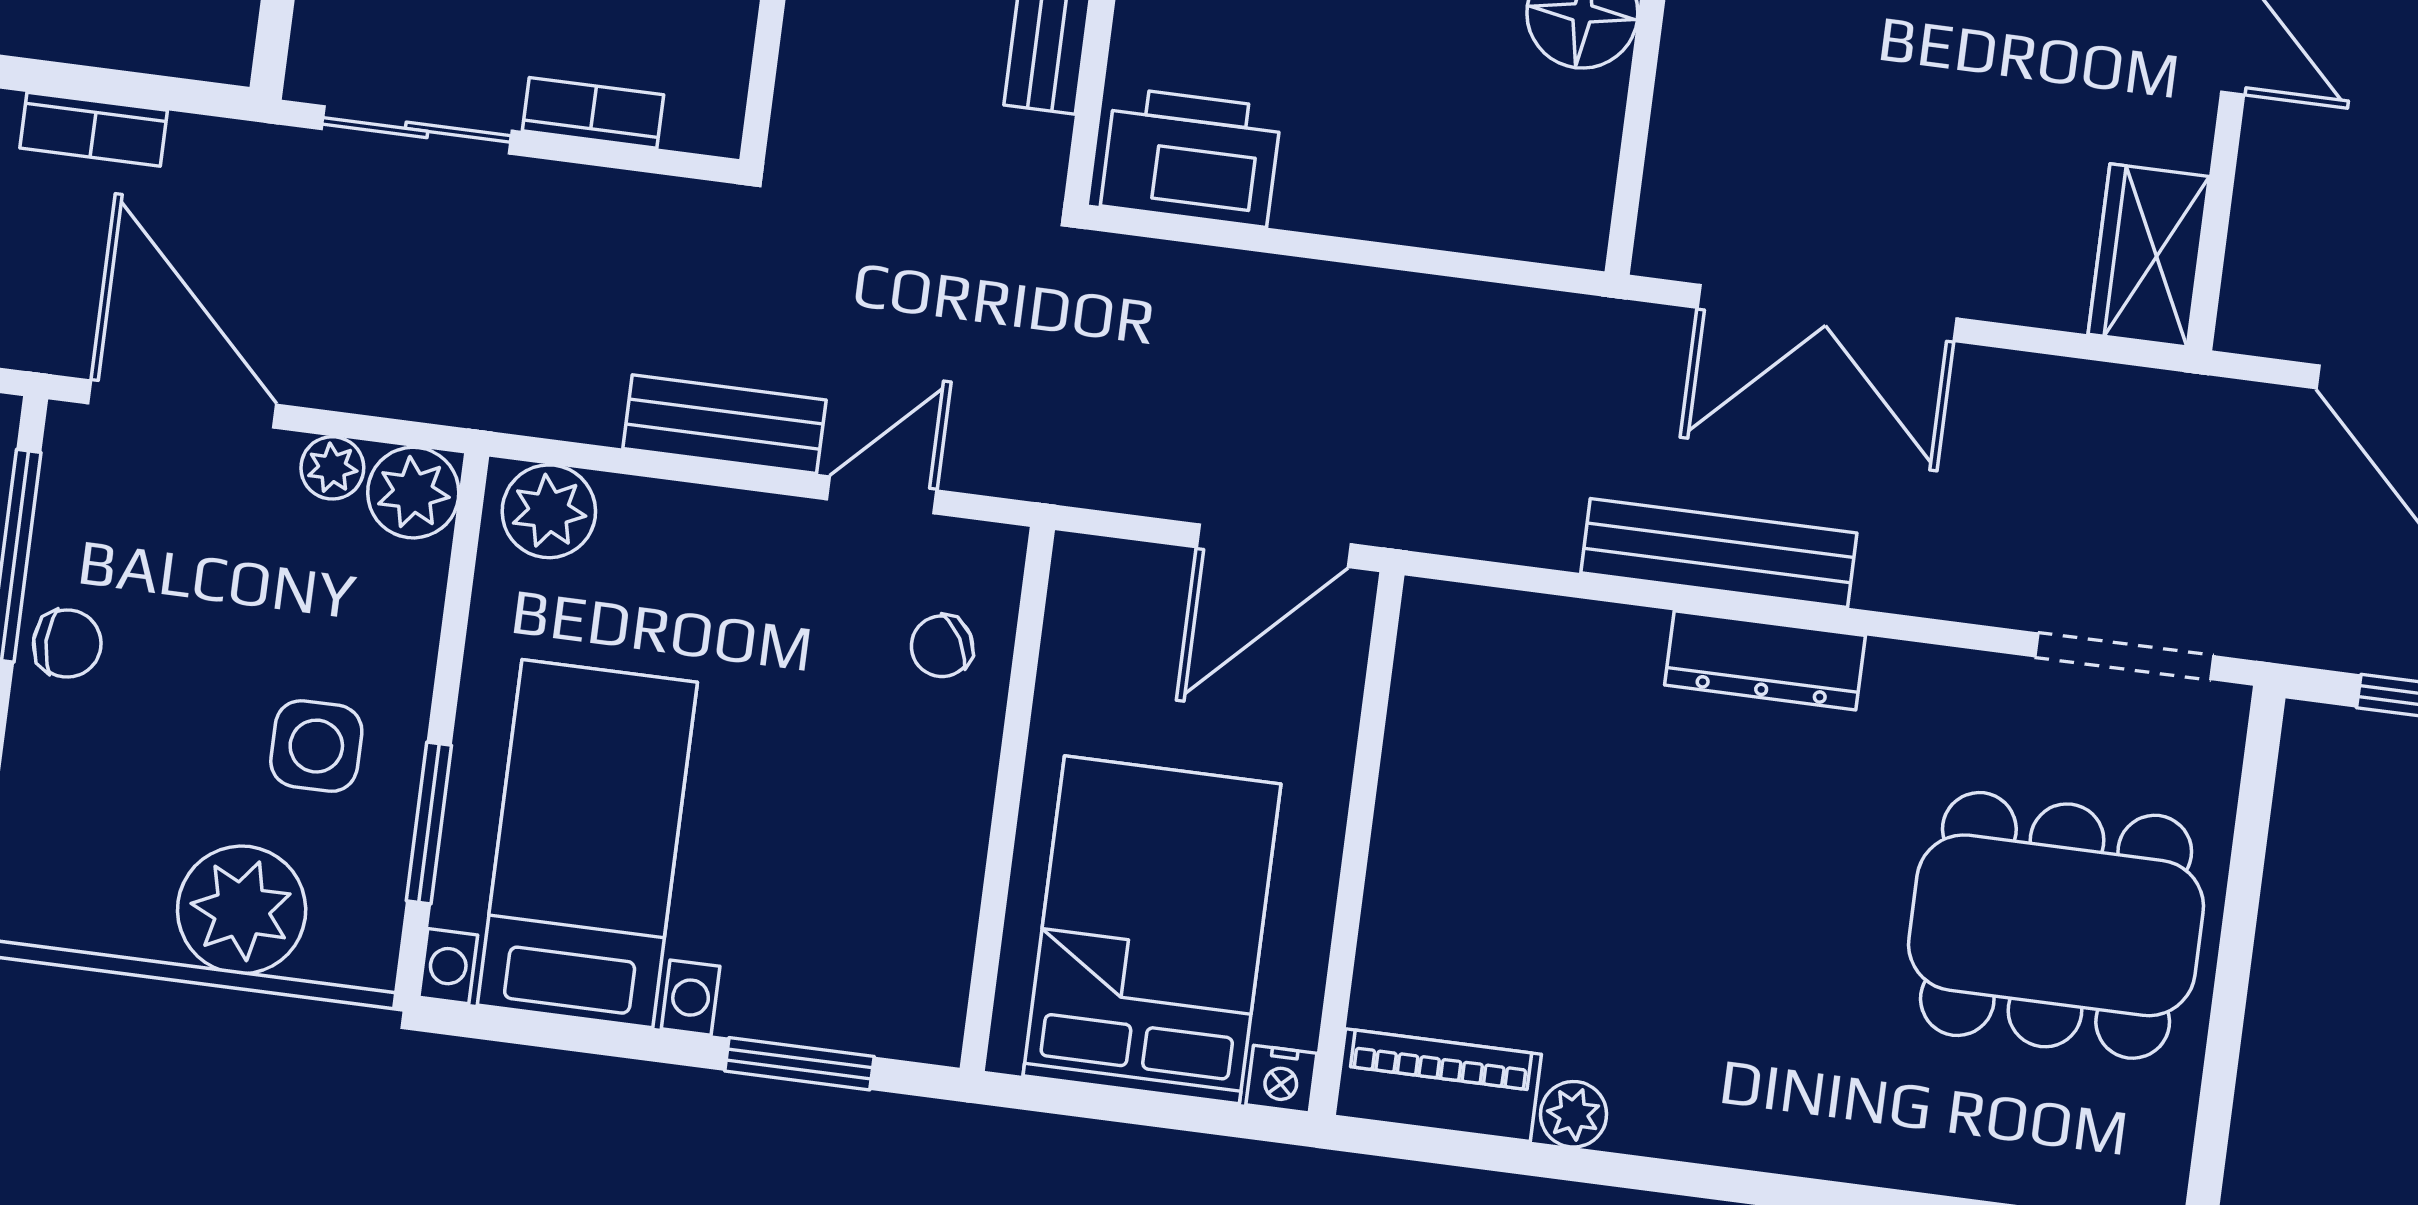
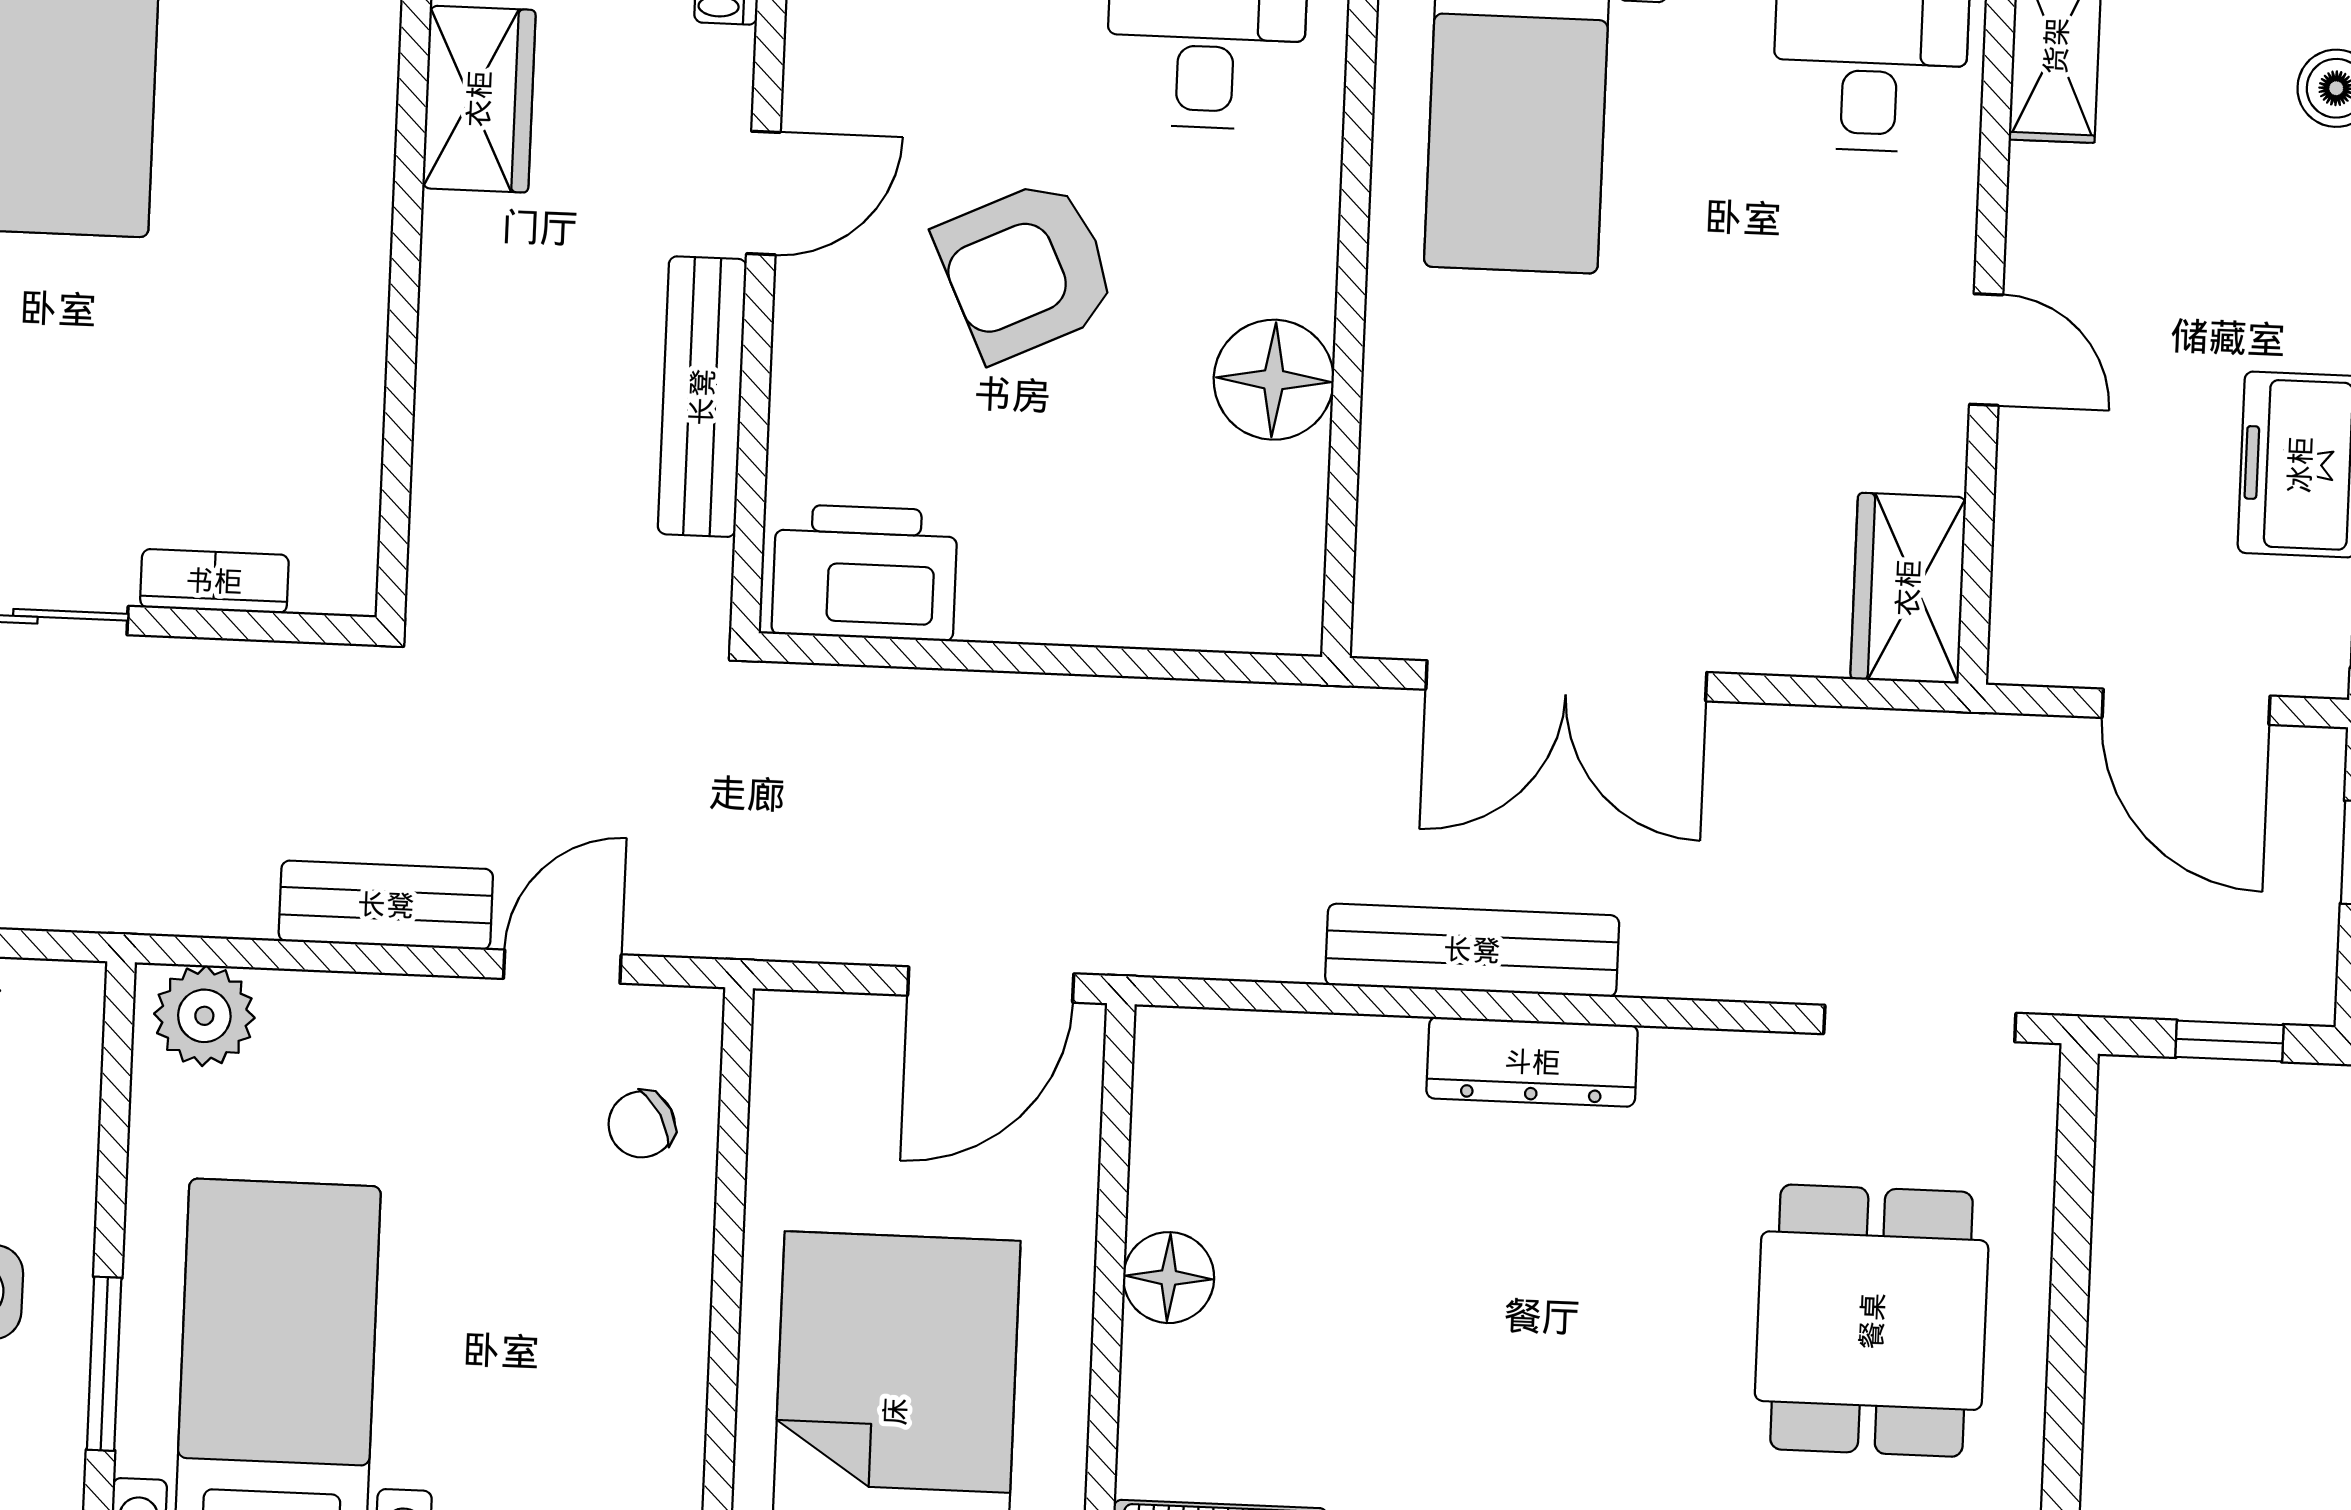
plant: (413, 493) -> (56, 1008), removed
floor lamp: (1414, 829) -> (1169, 1278), added
dining table: (2056, 925) -> (1872, 1321), width x0.73

